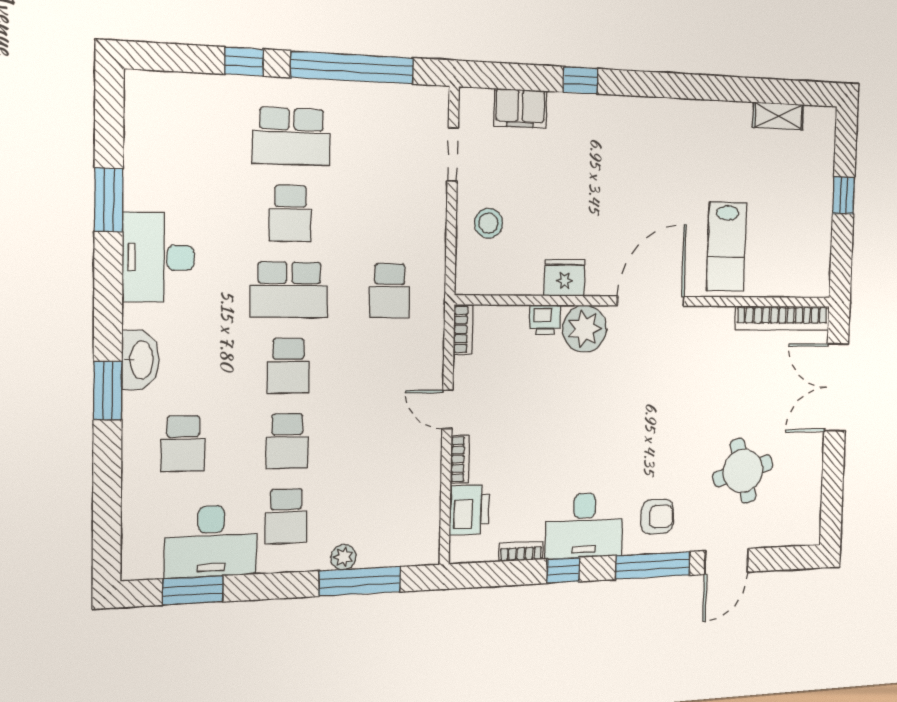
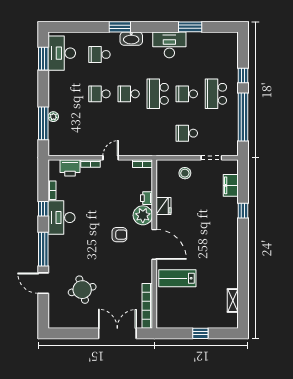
school desk: (390, 291) -> (187, 133), moved
school desk: (286, 516) -> (70, 94), removed
armchair: (657, 517) -> (119, 235), moved, turned -90
desk: (211, 541) -> (62, 53), moved

